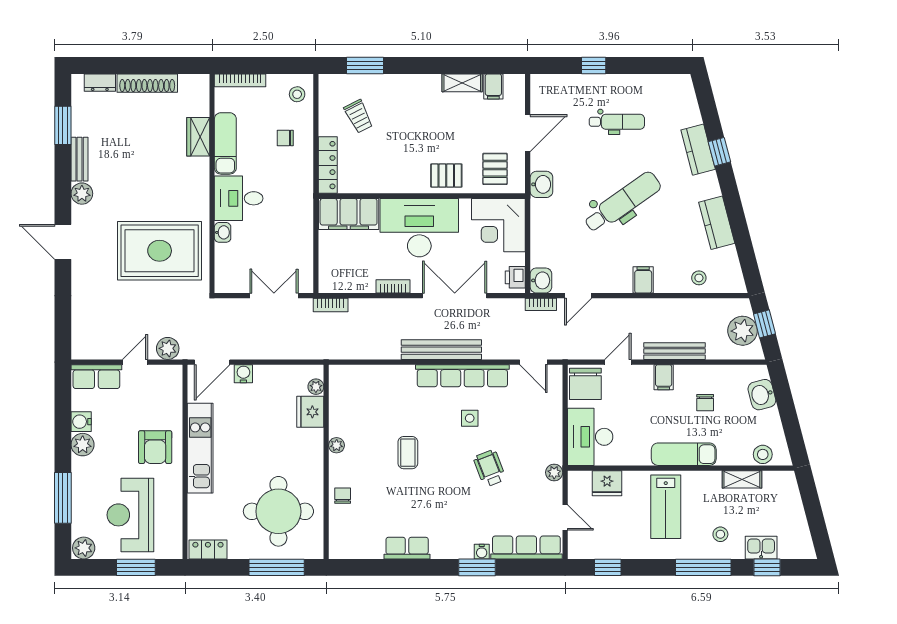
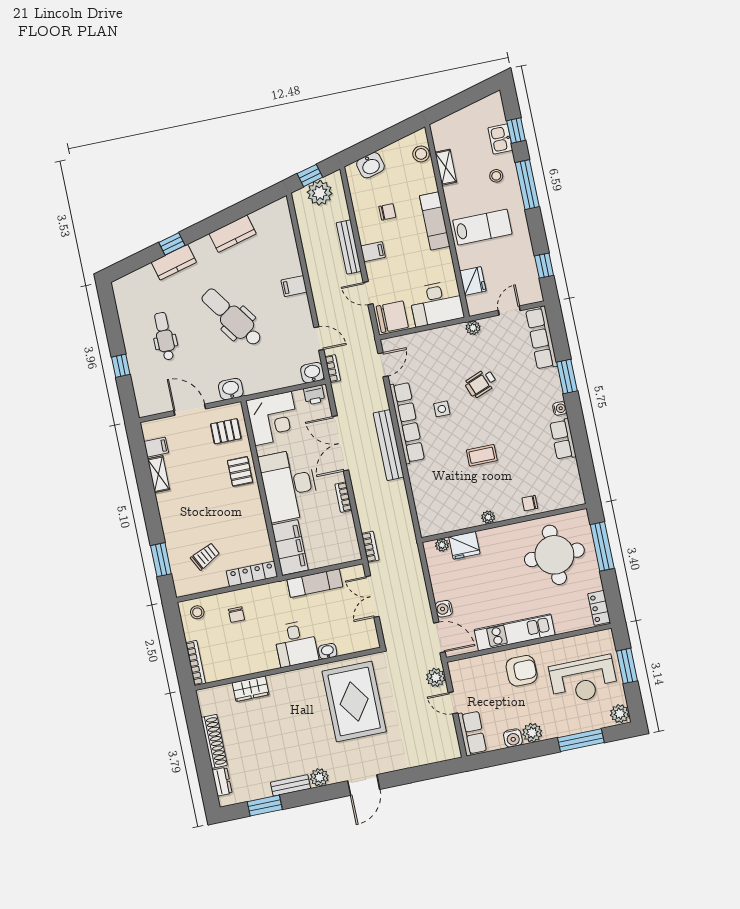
exam couch: (225, 143) -> (315, 583), moved, turned 180
stool: (699, 278) -> (282, 239), removed
water cooler: (482, 552) -> (560, 408), moved

